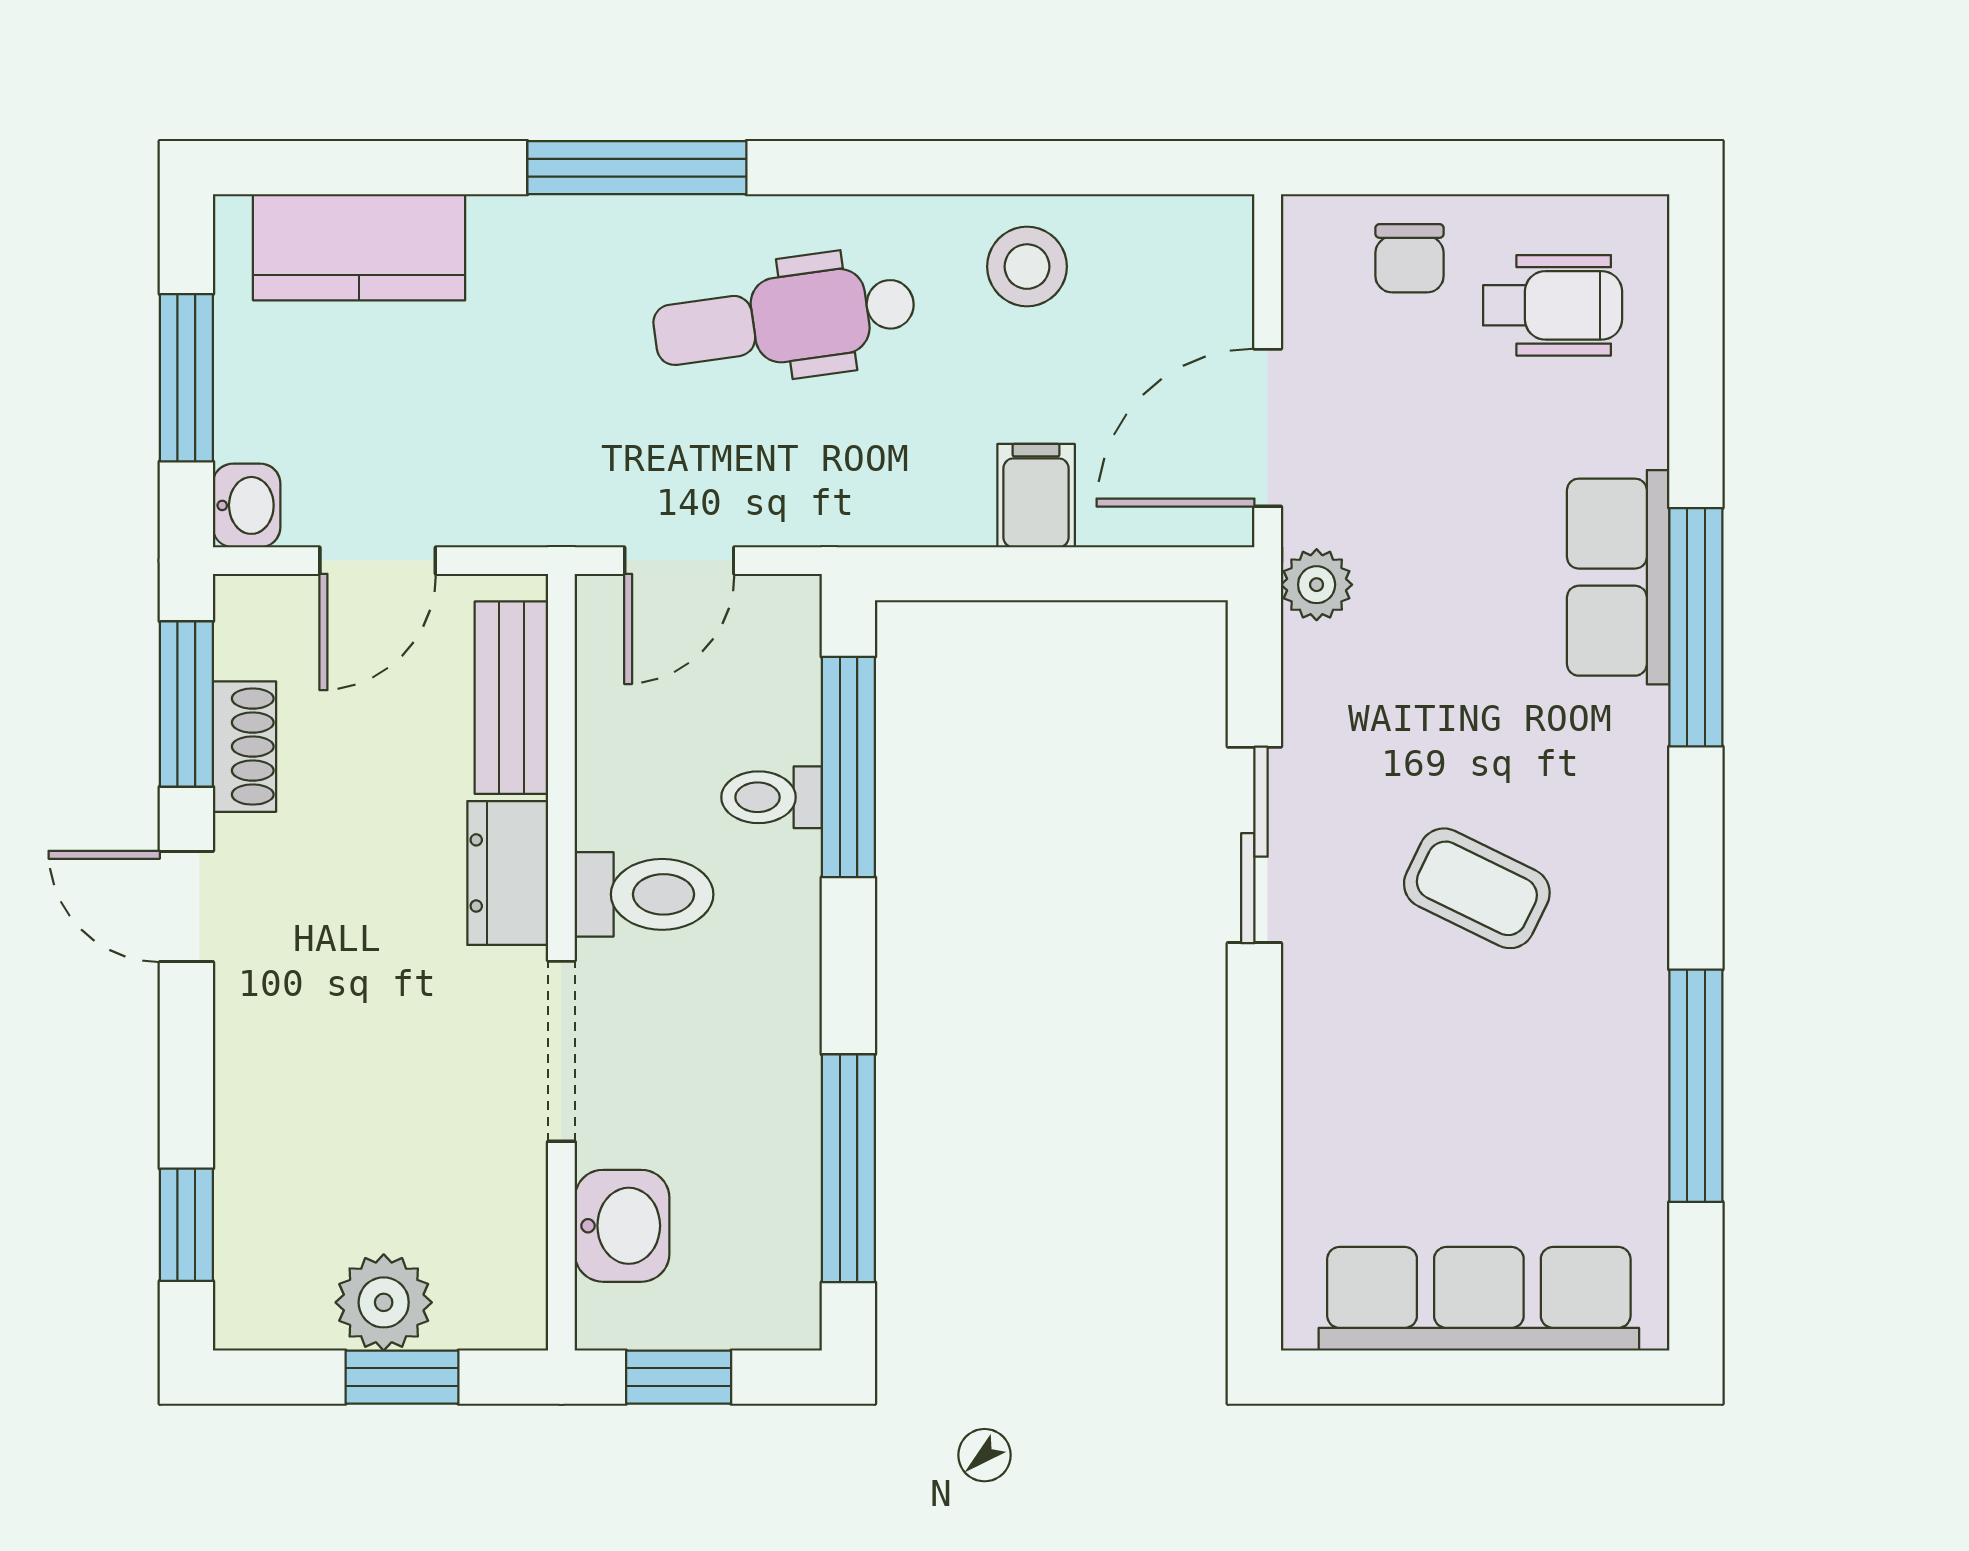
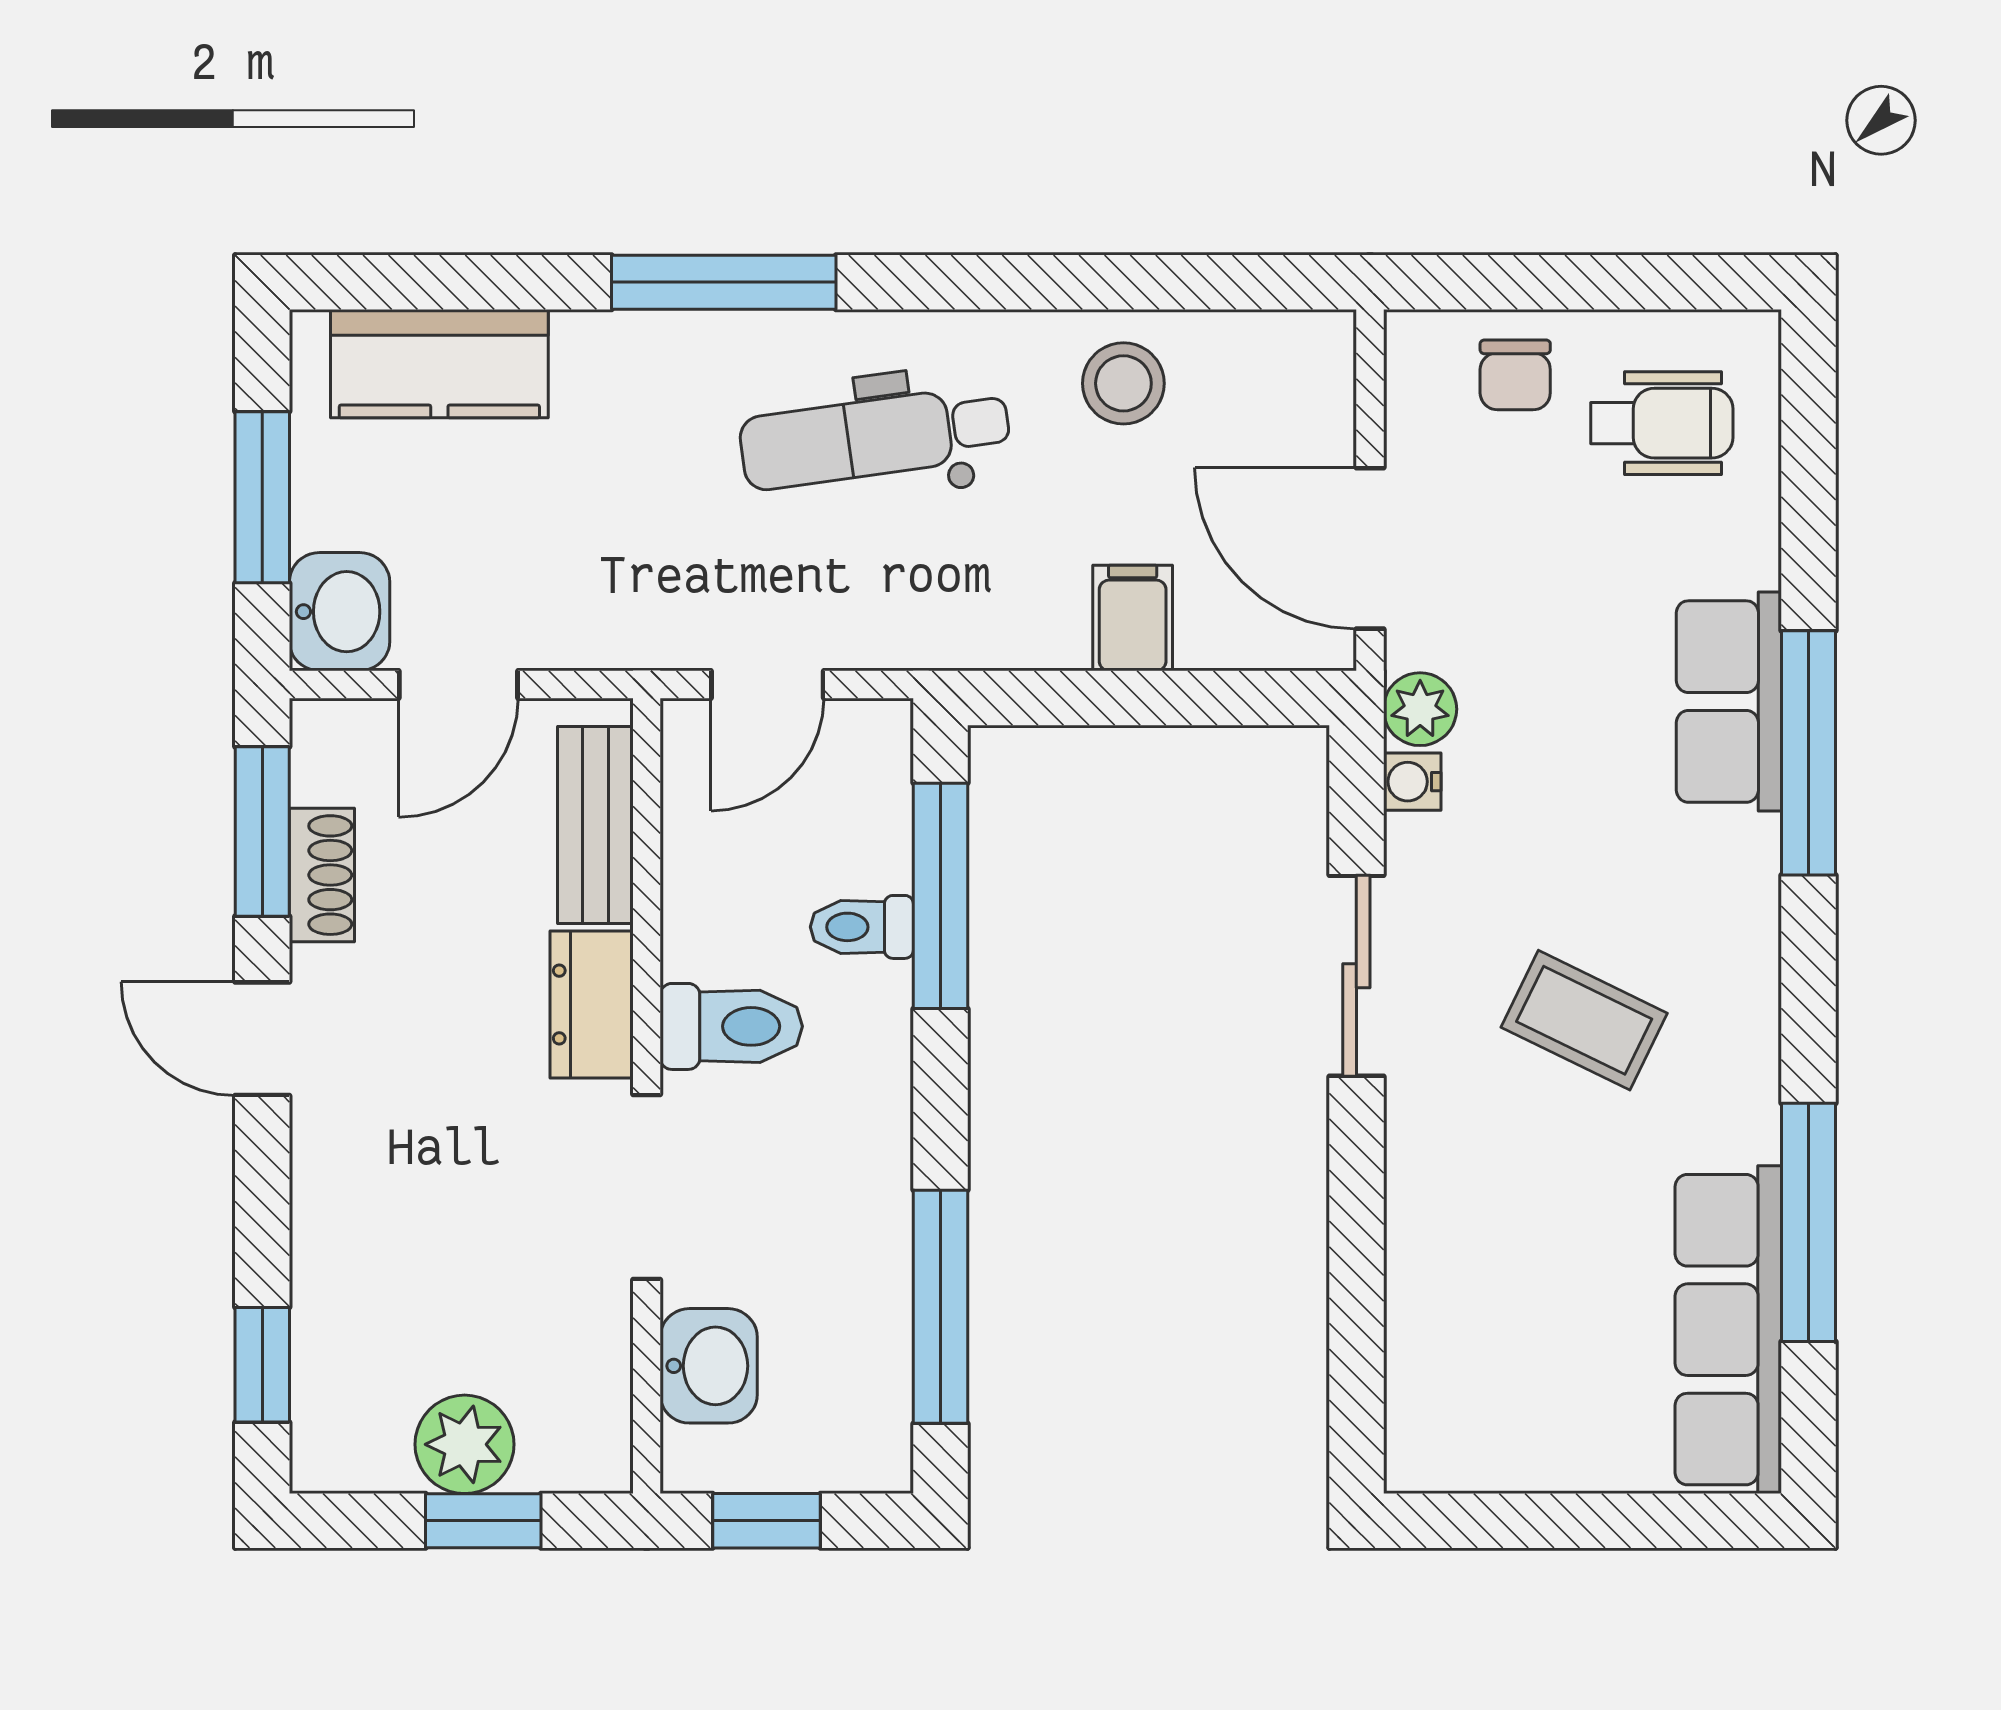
door: (1268, 428) -> (1370, 548), hinge flipped
washbasin: (247, 505) -> (340, 612), width x1.38, depth x1.45
water cooler: (1309, 655) -> (1412, 782), added
row of seats: (1479, 1299) -> (1728, 1330), moved, turned -90

